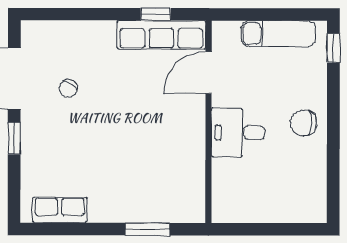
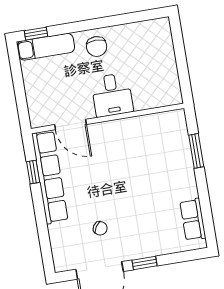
exam couch: (278, 34) -> (46, 47), moved, turned 90
row of seats: (161, 35) -> (50, 177), width x1.36

